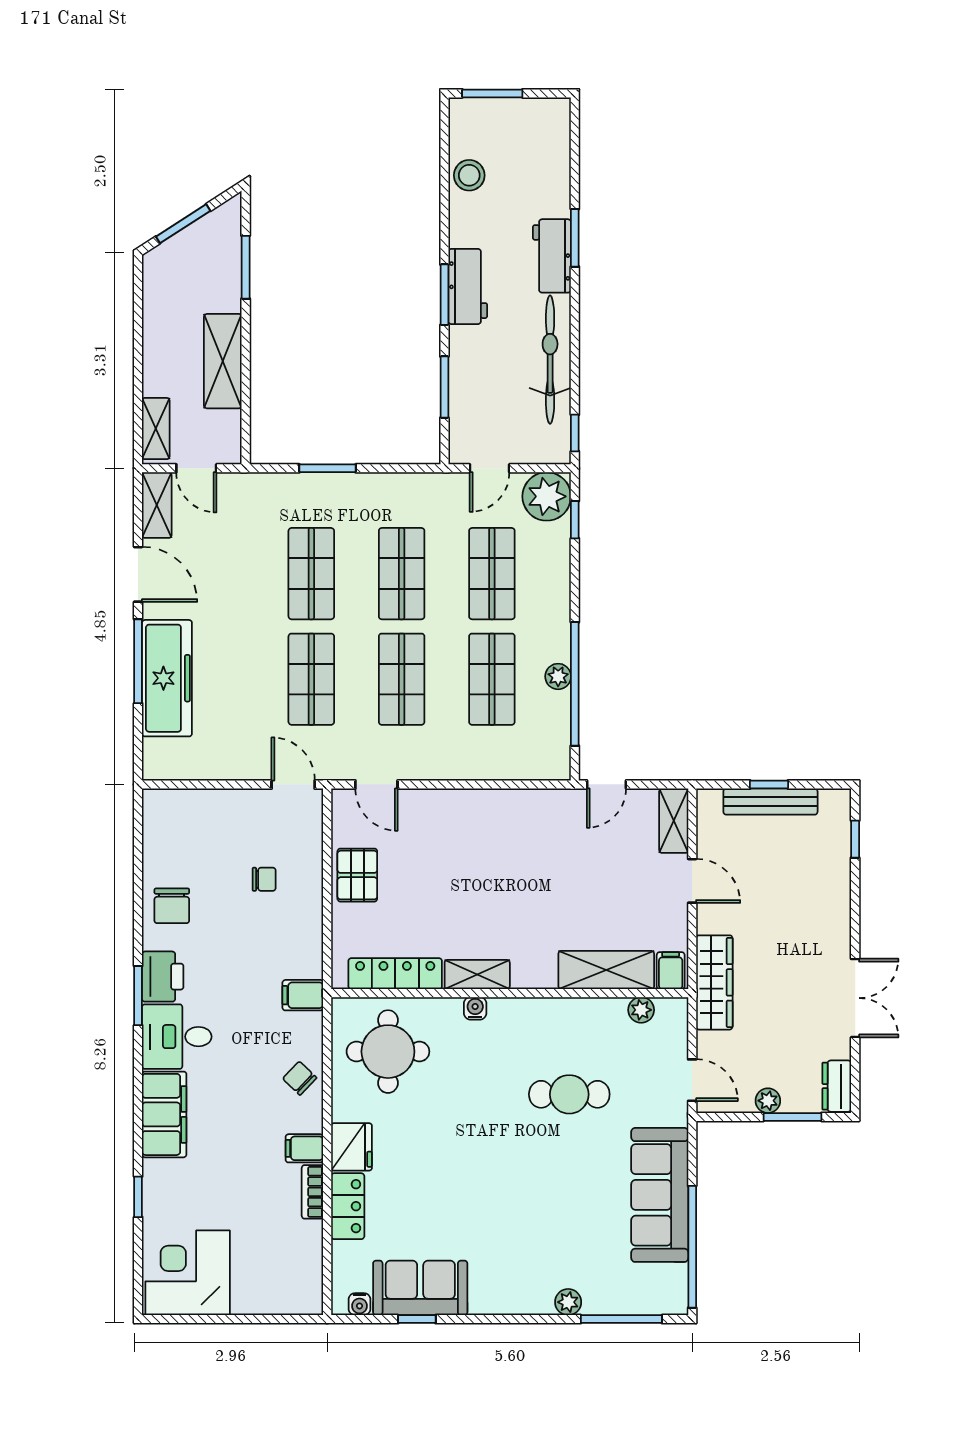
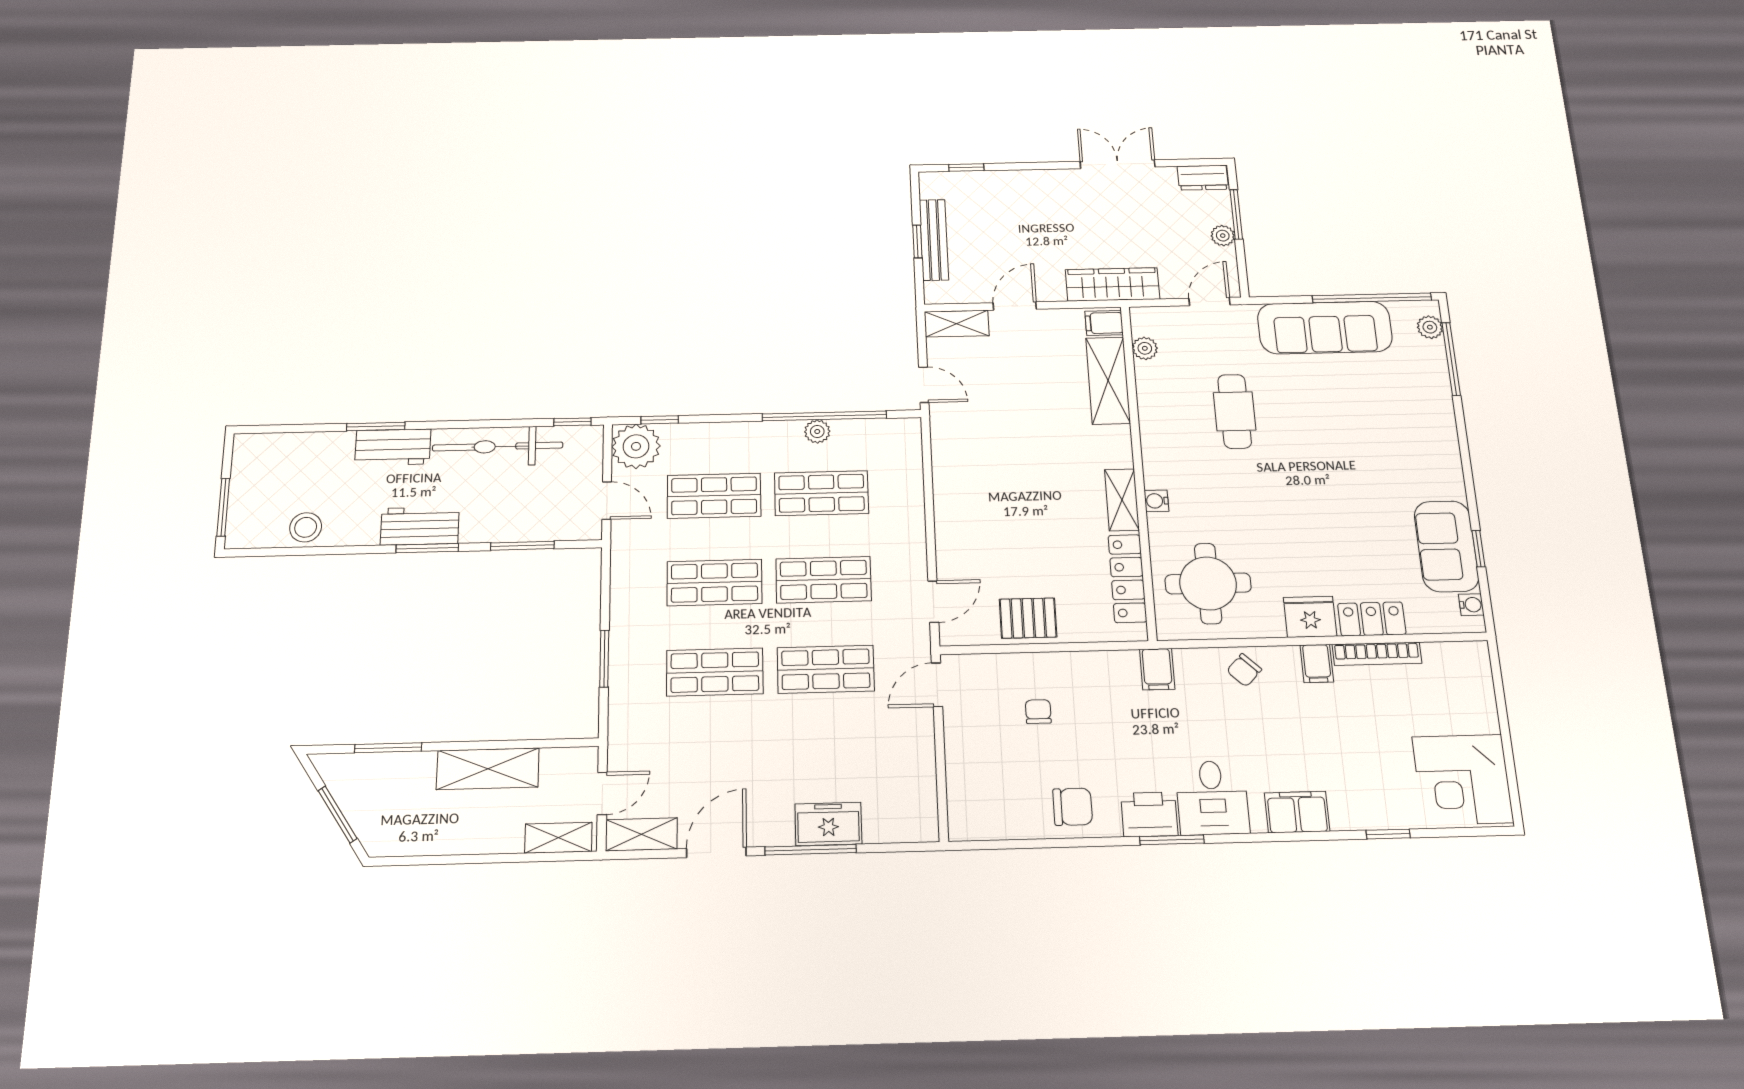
freezer: (167, 678) -> (828, 824), width x0.52, depth x0.79
filing cabinet: (164, 1114) -> (1297, 812), width x0.67, depth x0.86
bookcase: (312, 1192) -> (1377, 654), width x1.56
plant: (568, 1302) -> (1430, 327), moved

